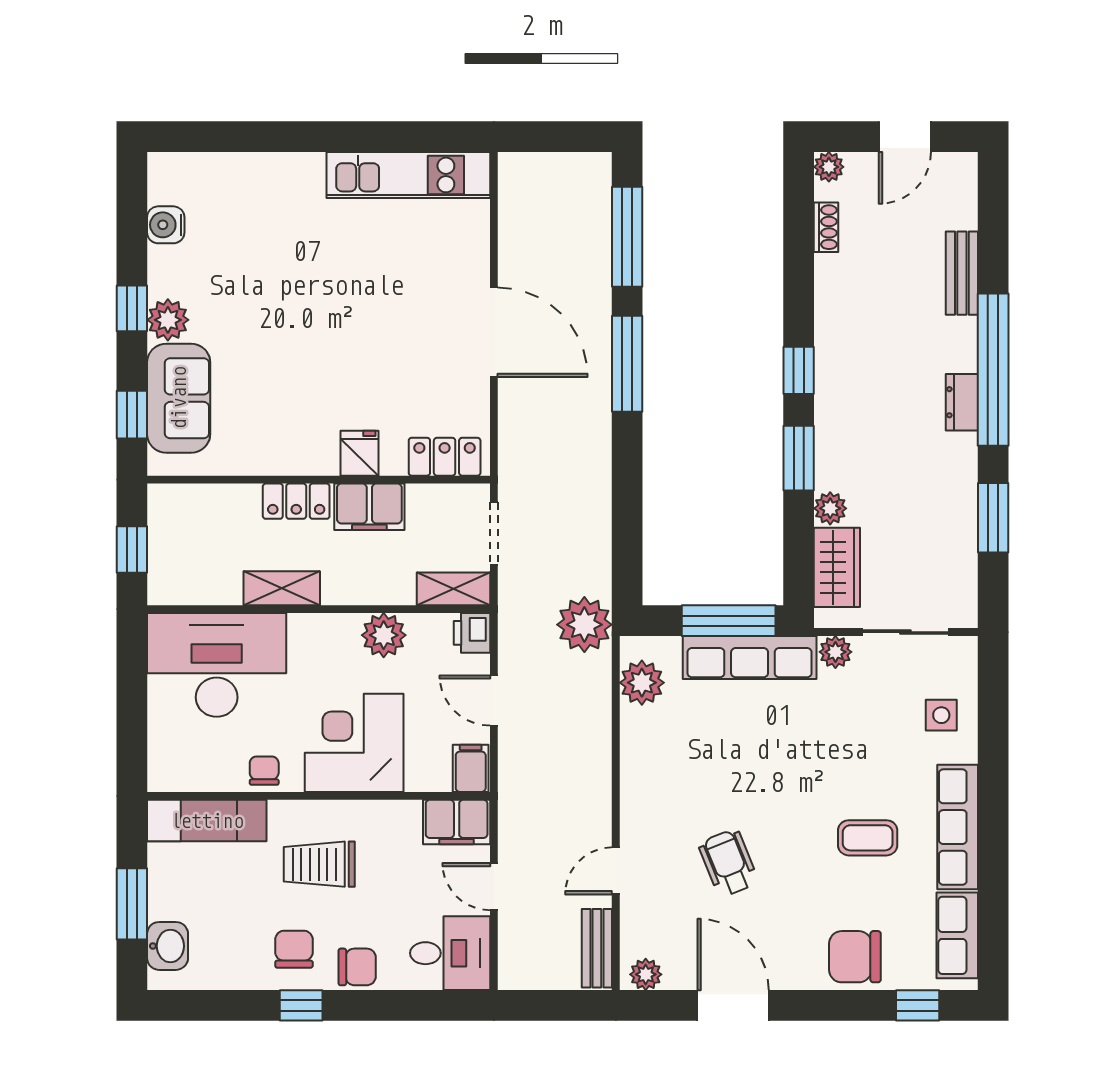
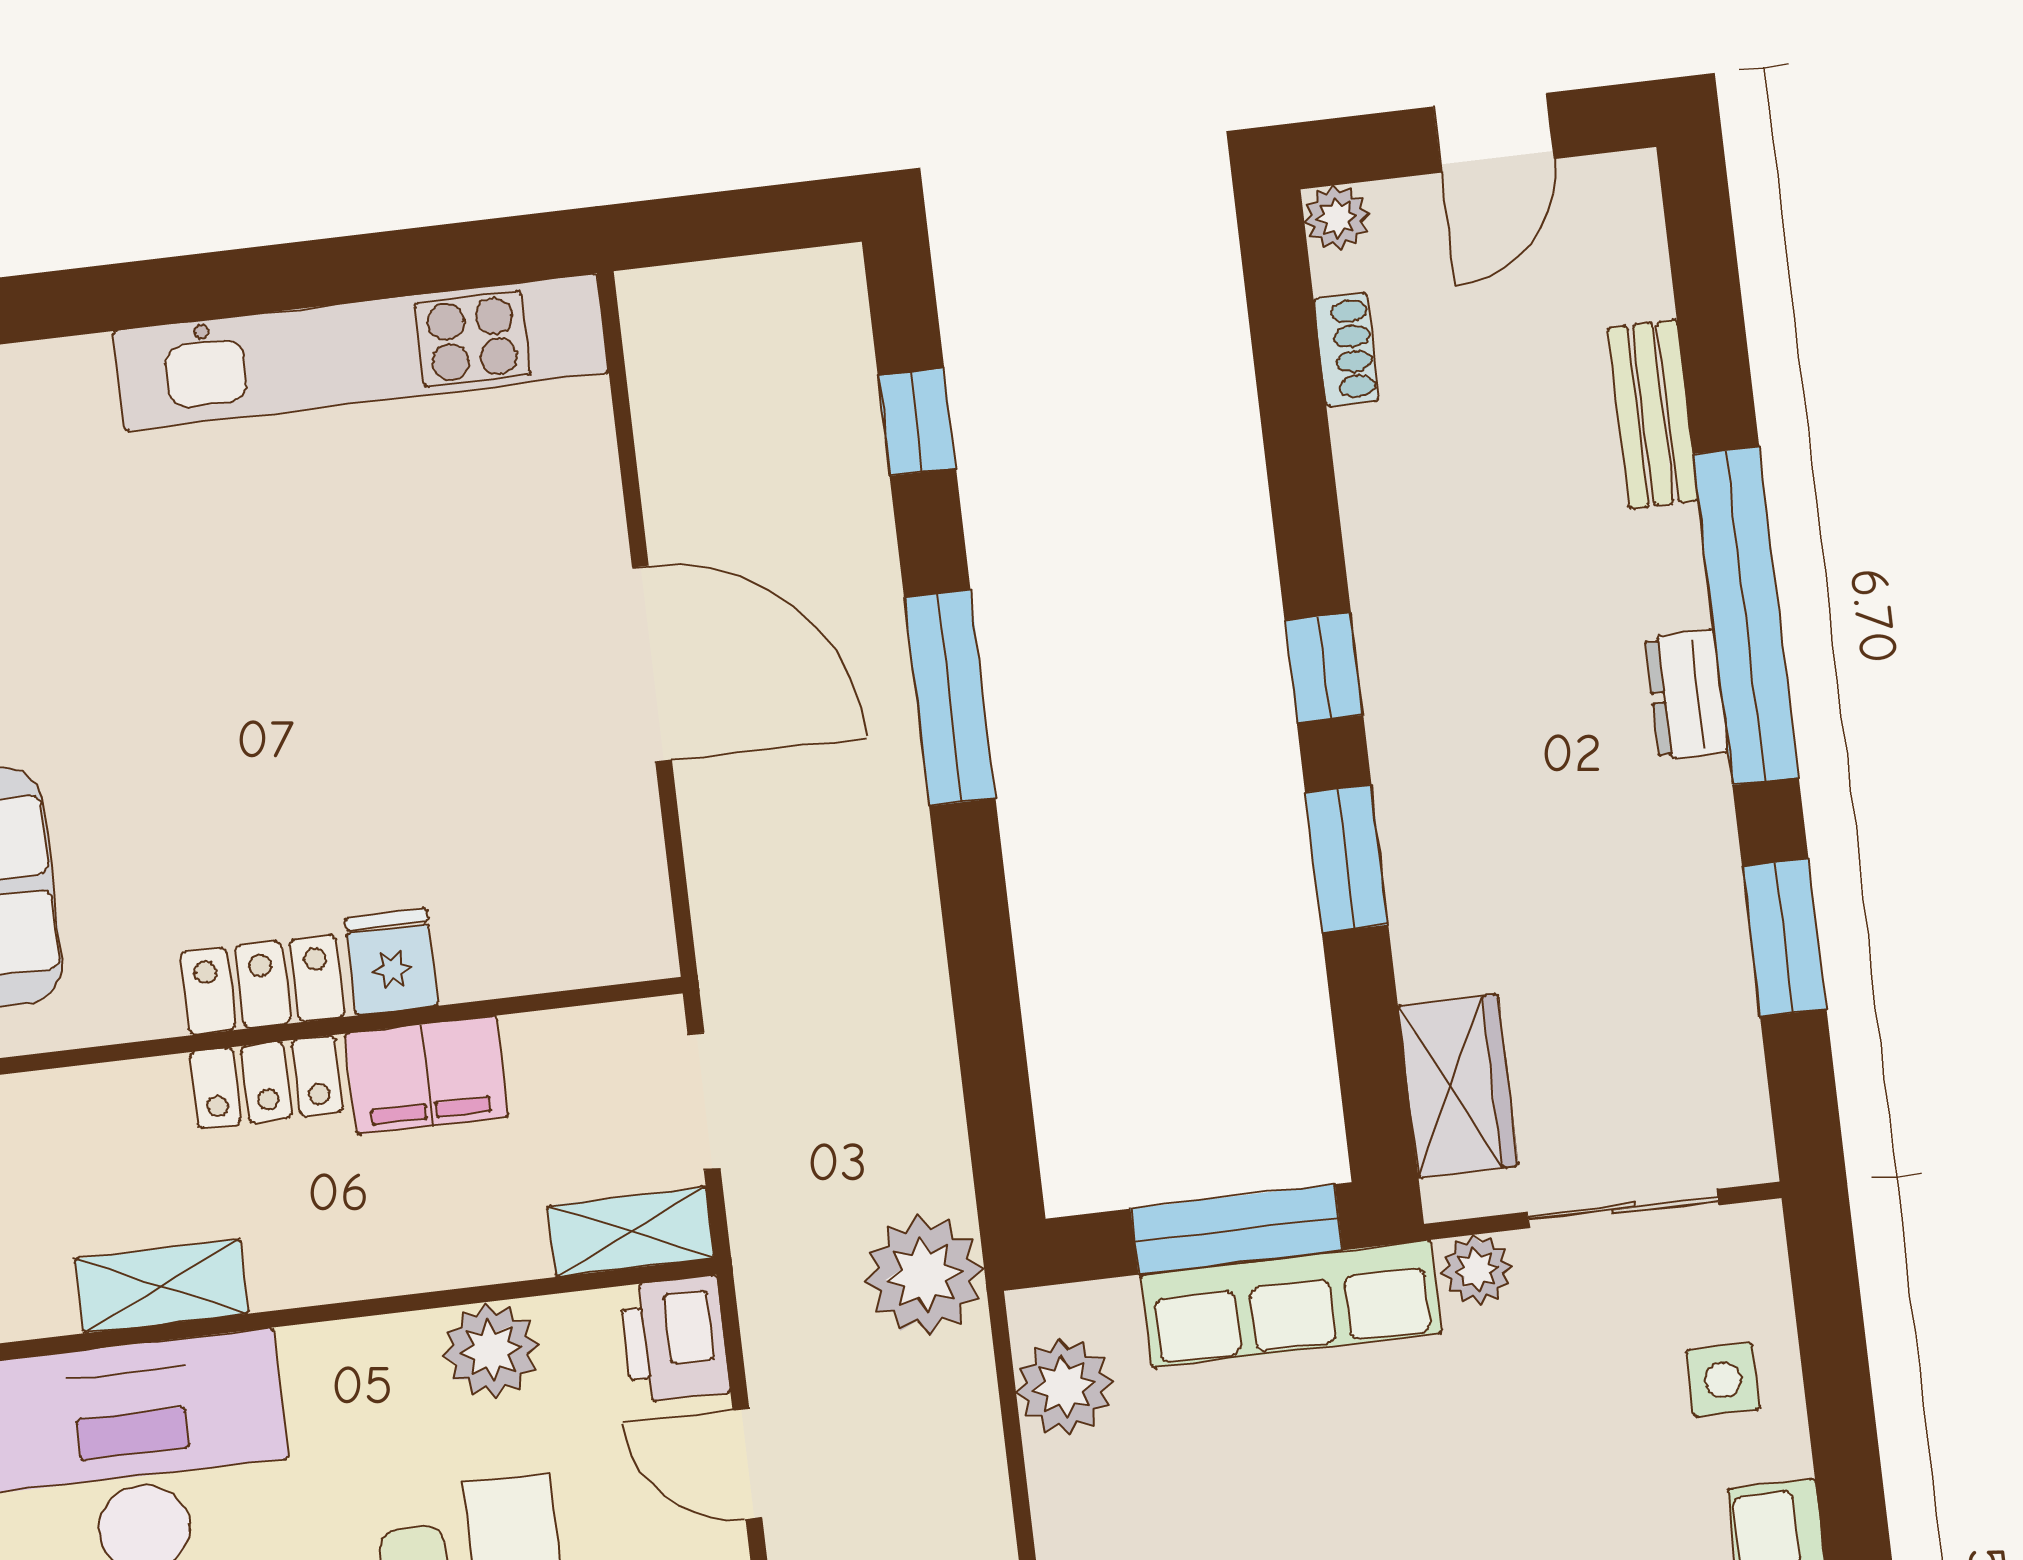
kitchen unit: (408, 175) -> (361, 352), width x1.36
window: (627, 237) -> (917, 422), width x0.46
locker: (445, 457) -> (263, 985), moved
plant: (830, 508) -> (1428, 959), removed
shelving: (282, 588) -> (162, 1286), moved
printer: (472, 633) -> (675, 1339), width x1.36, depth x1.24

